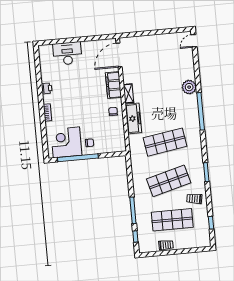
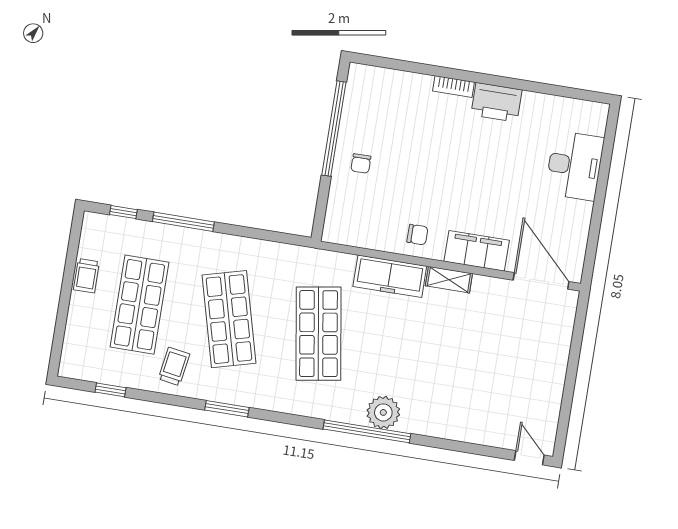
plant: (189, 87) -> (383, 412), moved
printer: (47, 88) -> (496, 102), width x1.87, depth x1.48
corner desk: (66, 142) -> (375, 111), removed

